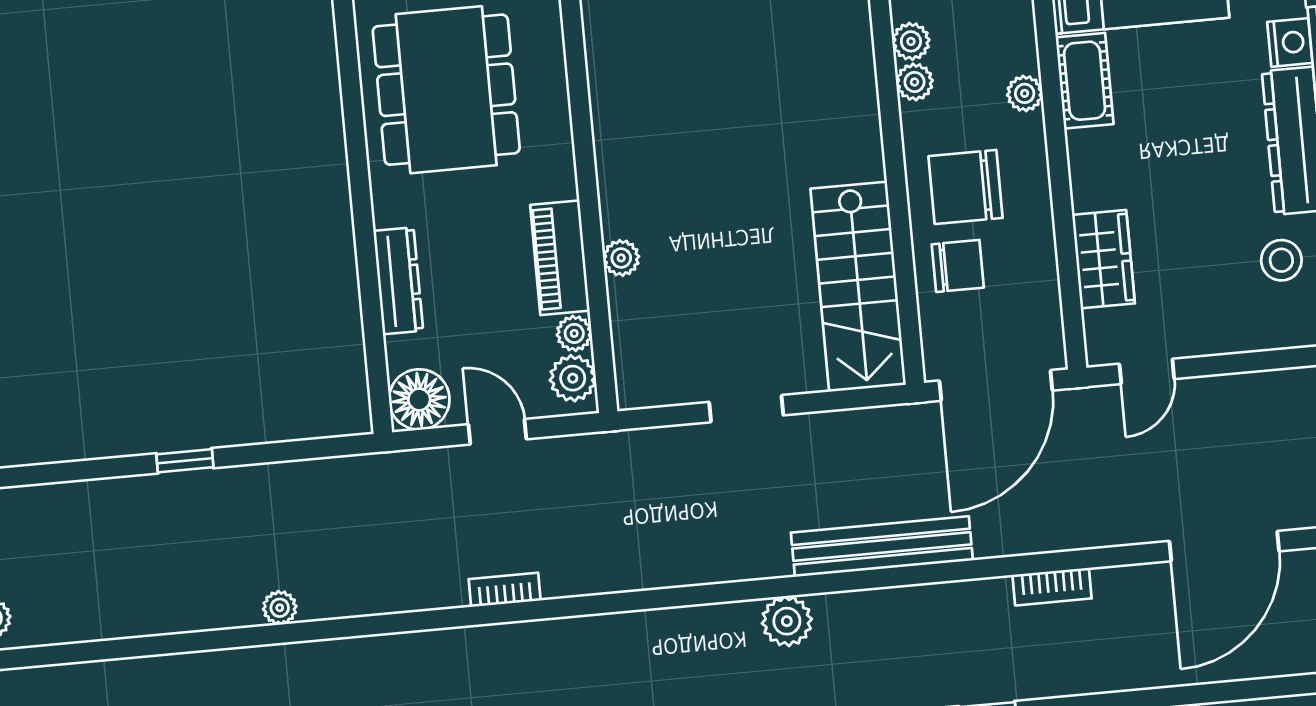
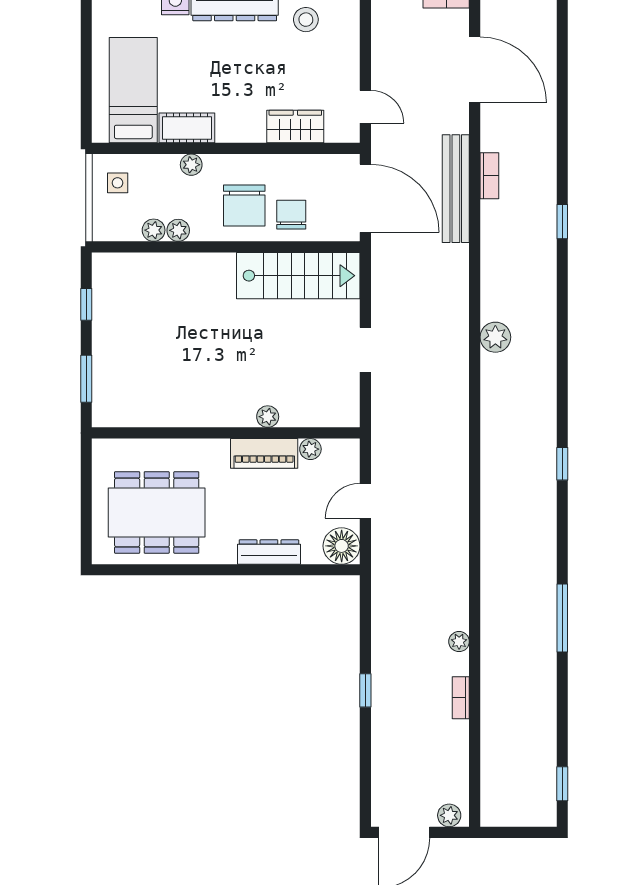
plant: (573, 378) -> (337, 452), removed
bench: (882, 547) -> (456, 189), moved
bookcase: (505, 590) -> (461, 698), moved

